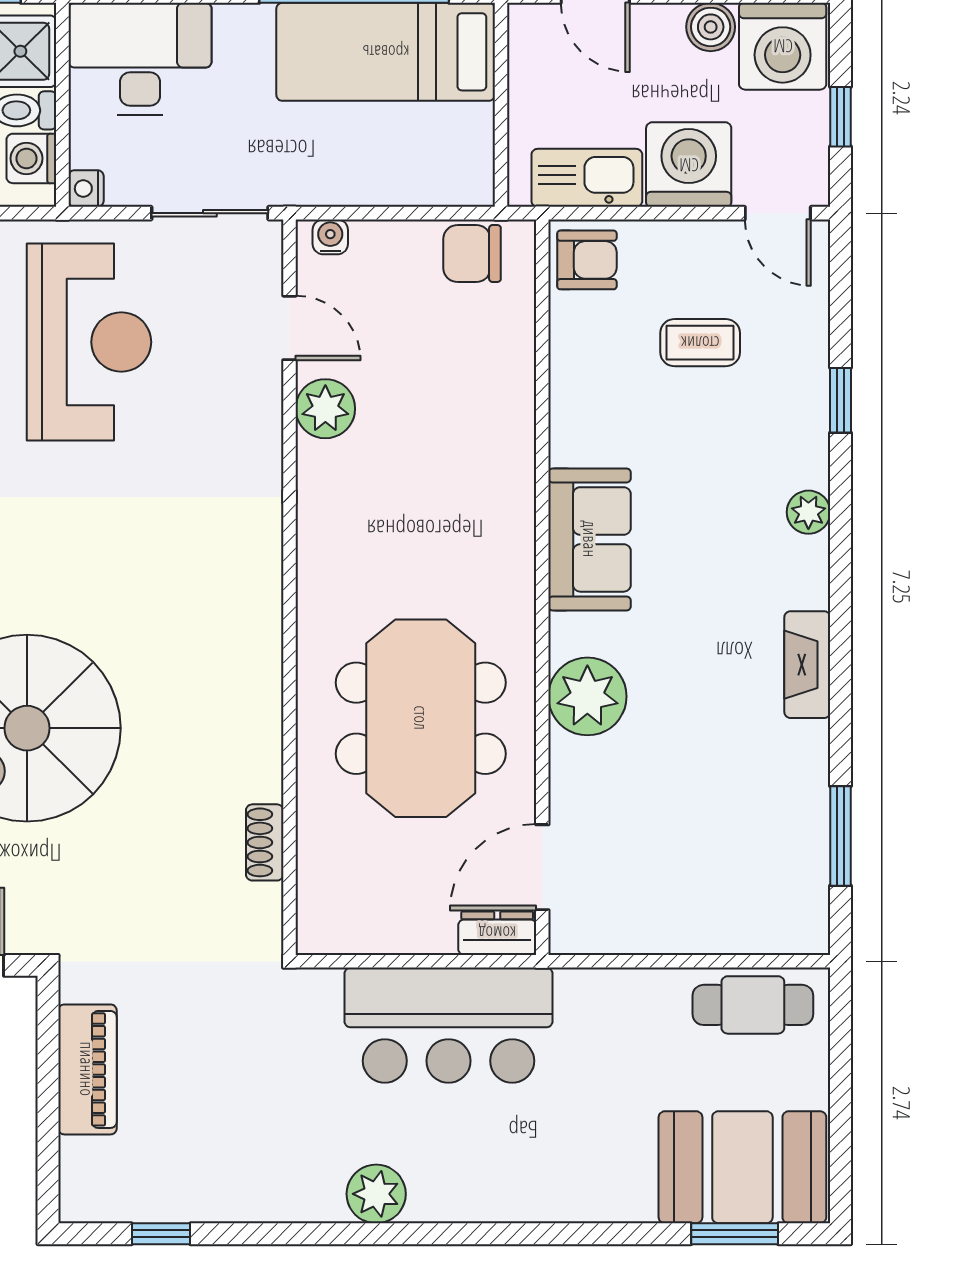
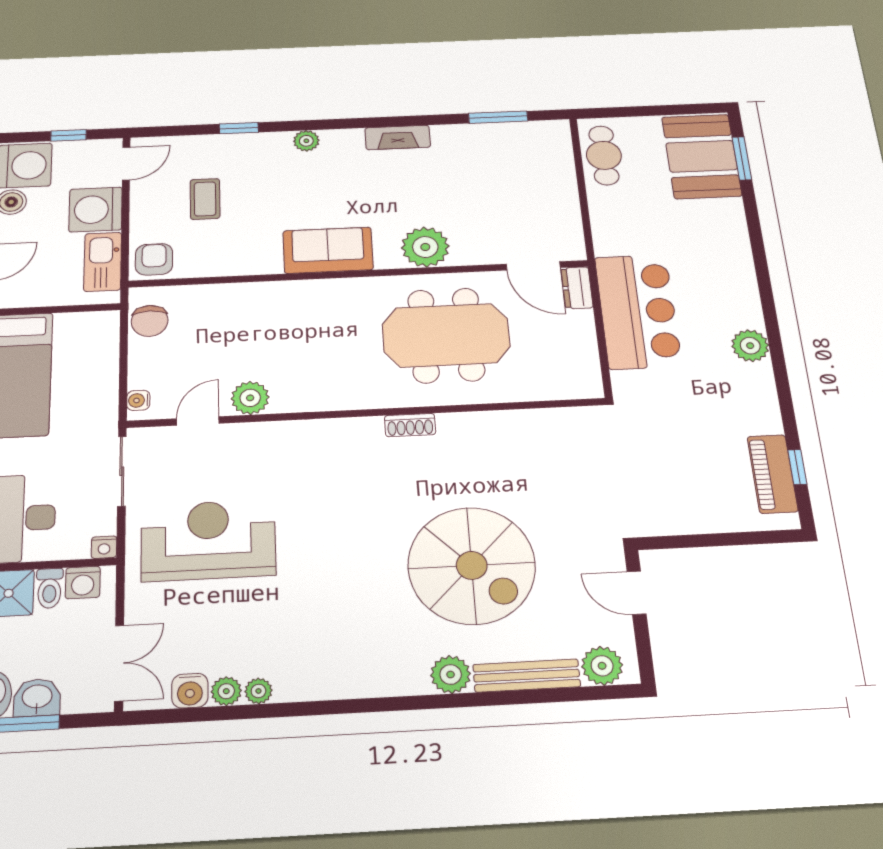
shoe rack: (265, 842) -> (410, 425), moved
piano: (87, 1069) -> (773, 474), moved, turned -90

